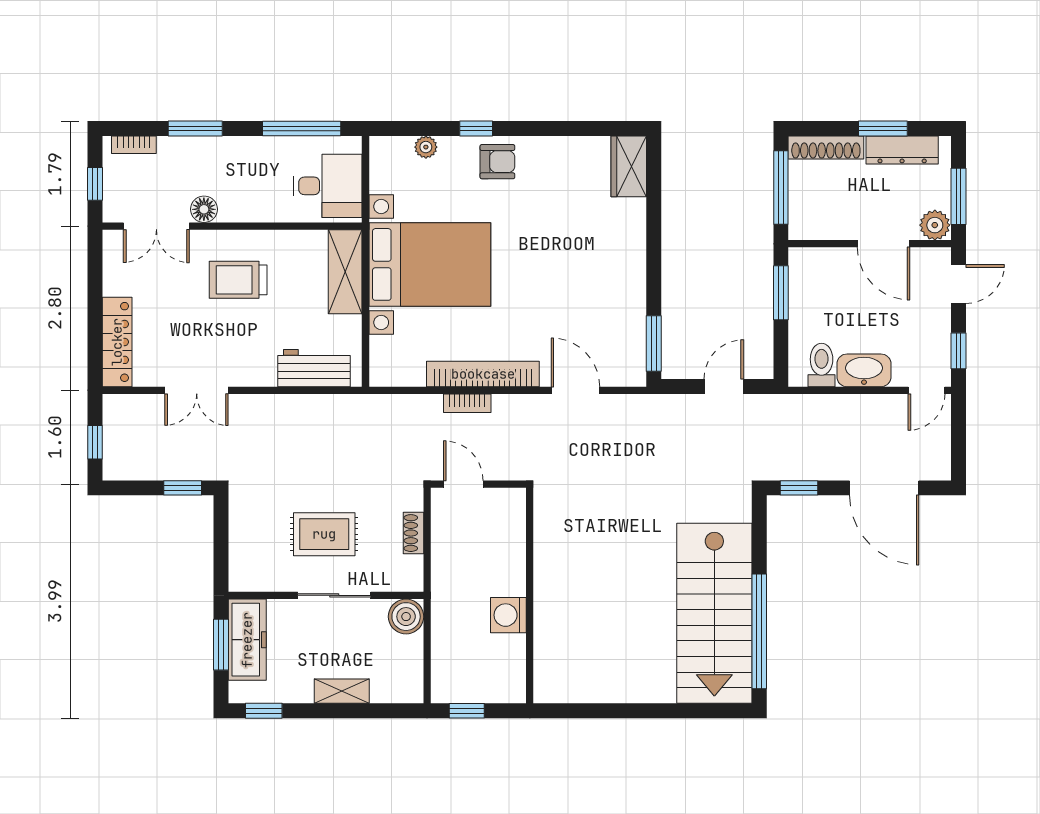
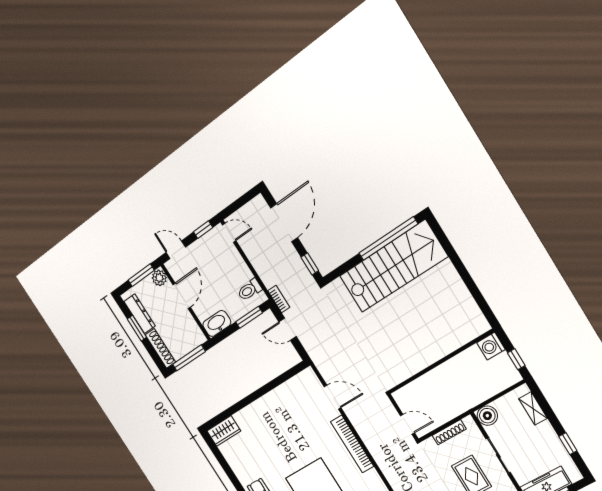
window: (781, 293) -> (249, 317), moved
window: (654, 343) -> (290, 374), removed
washbasin: (864, 370) -> (217, 324), moved, turned 90
door: (575, 390) -> (333, 397), swing flipped
bookcase: (467, 403) -> (279, 299), moved
door: (463, 484) -> (407, 424), swing flipped
shoe rack: (413, 533) -> (449, 432), width x1.43
washing machine: (508, 615) -> (491, 346), moved, turned 90
shelving: (342, 691) -> (533, 408), moved
window: (264, 711) -> (568, 444), moved

